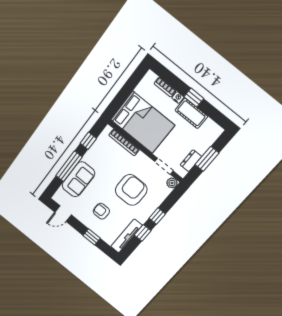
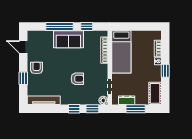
cot: (191, 113) -> (155, 93), moved
bed: (143, 122) -> (121, 52), width x0.67
sofa: (78, 179) -> (68, 39), moved
armchair: (131, 190) -> (77, 79), width x0.53, depth x0.53
armchair: (101, 211) -> (37, 68), moved
window: (143, 233) -> (92, 109), moved

